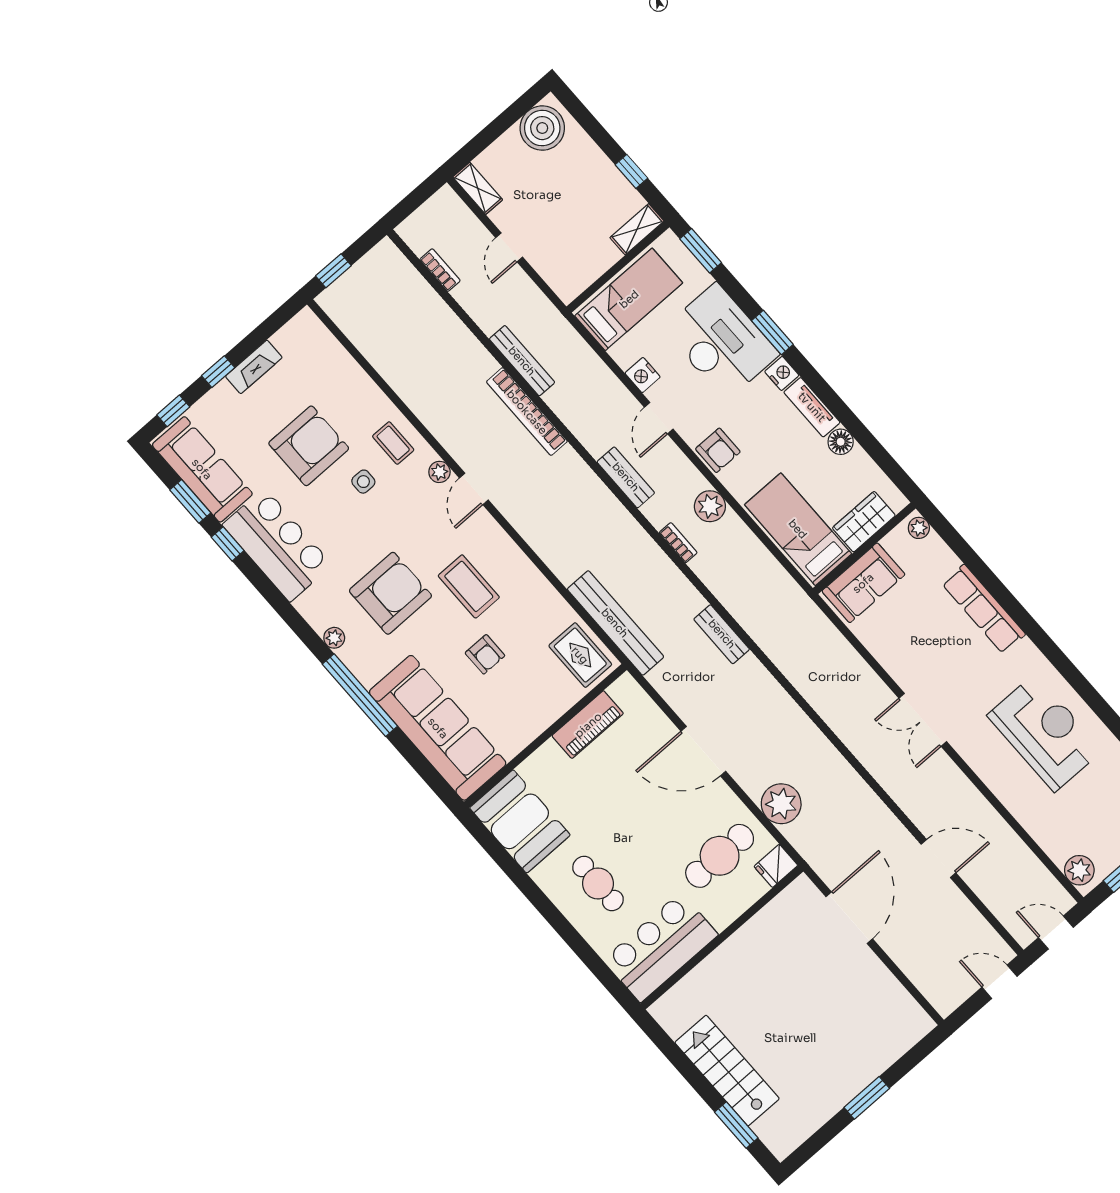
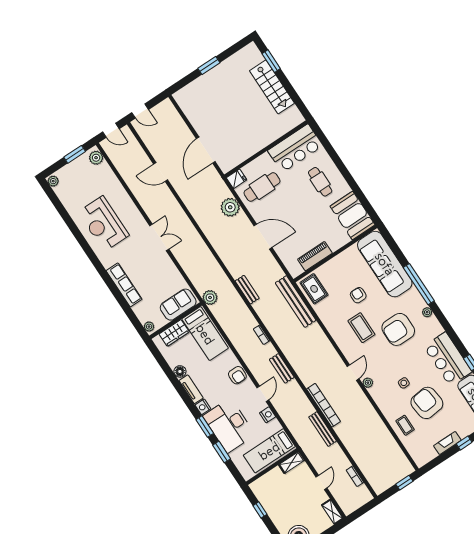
shelving: (637, 229) -> (292, 463), moved
window: (701, 251) -> (222, 452), moved
coffee table: (393, 443) -> (405, 425), moved
armchair: (309, 446) -> (427, 403), turned 84
armchair: (718, 450) -> (237, 375), turned 180
plant: (710, 506) -> (210, 298), moved

